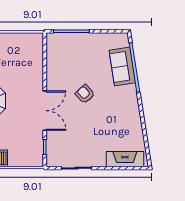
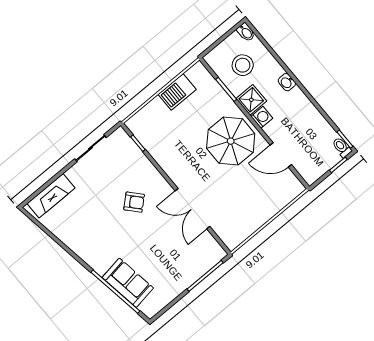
armchair: (85, 94) -> (134, 202), moved
double door: (45, 111) -> (192, 209), moved

